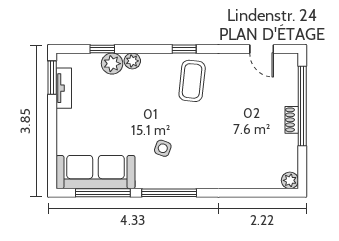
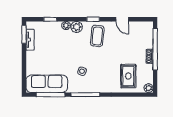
door: (262, 49) -> (122, 19), moved
plant: (112, 64) -> (77, 27), moved
rug: (251, 157) -> (128, 76), added

